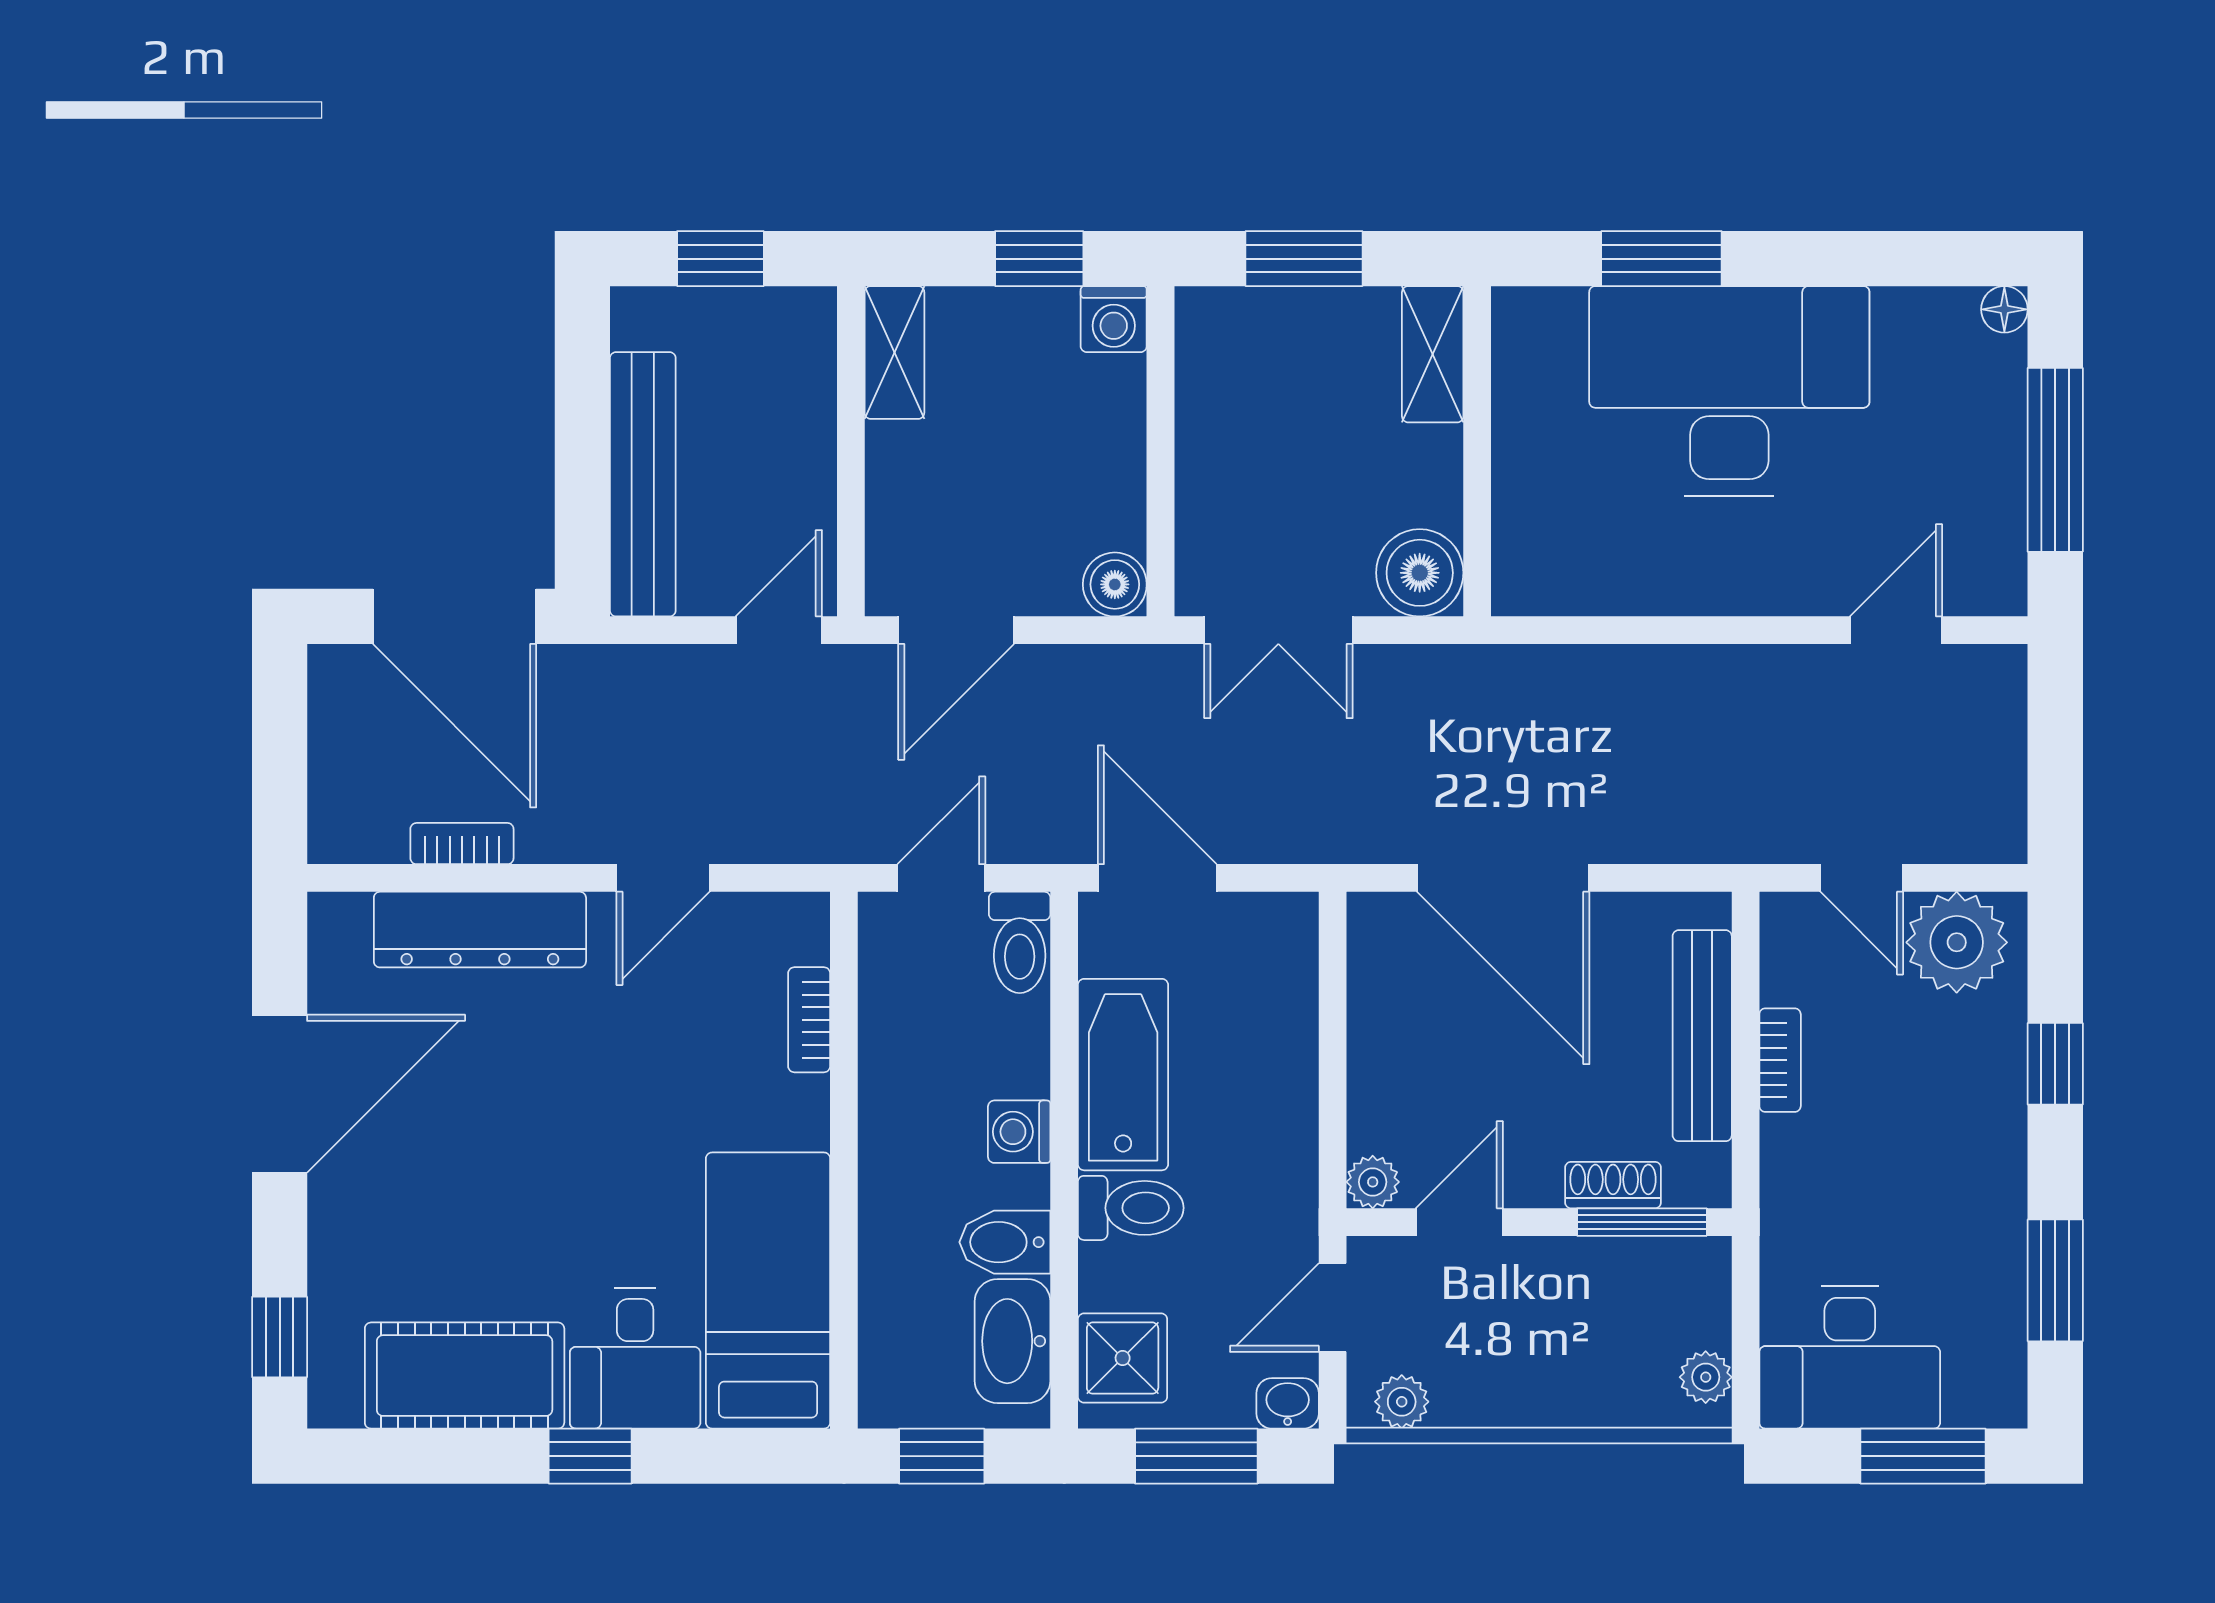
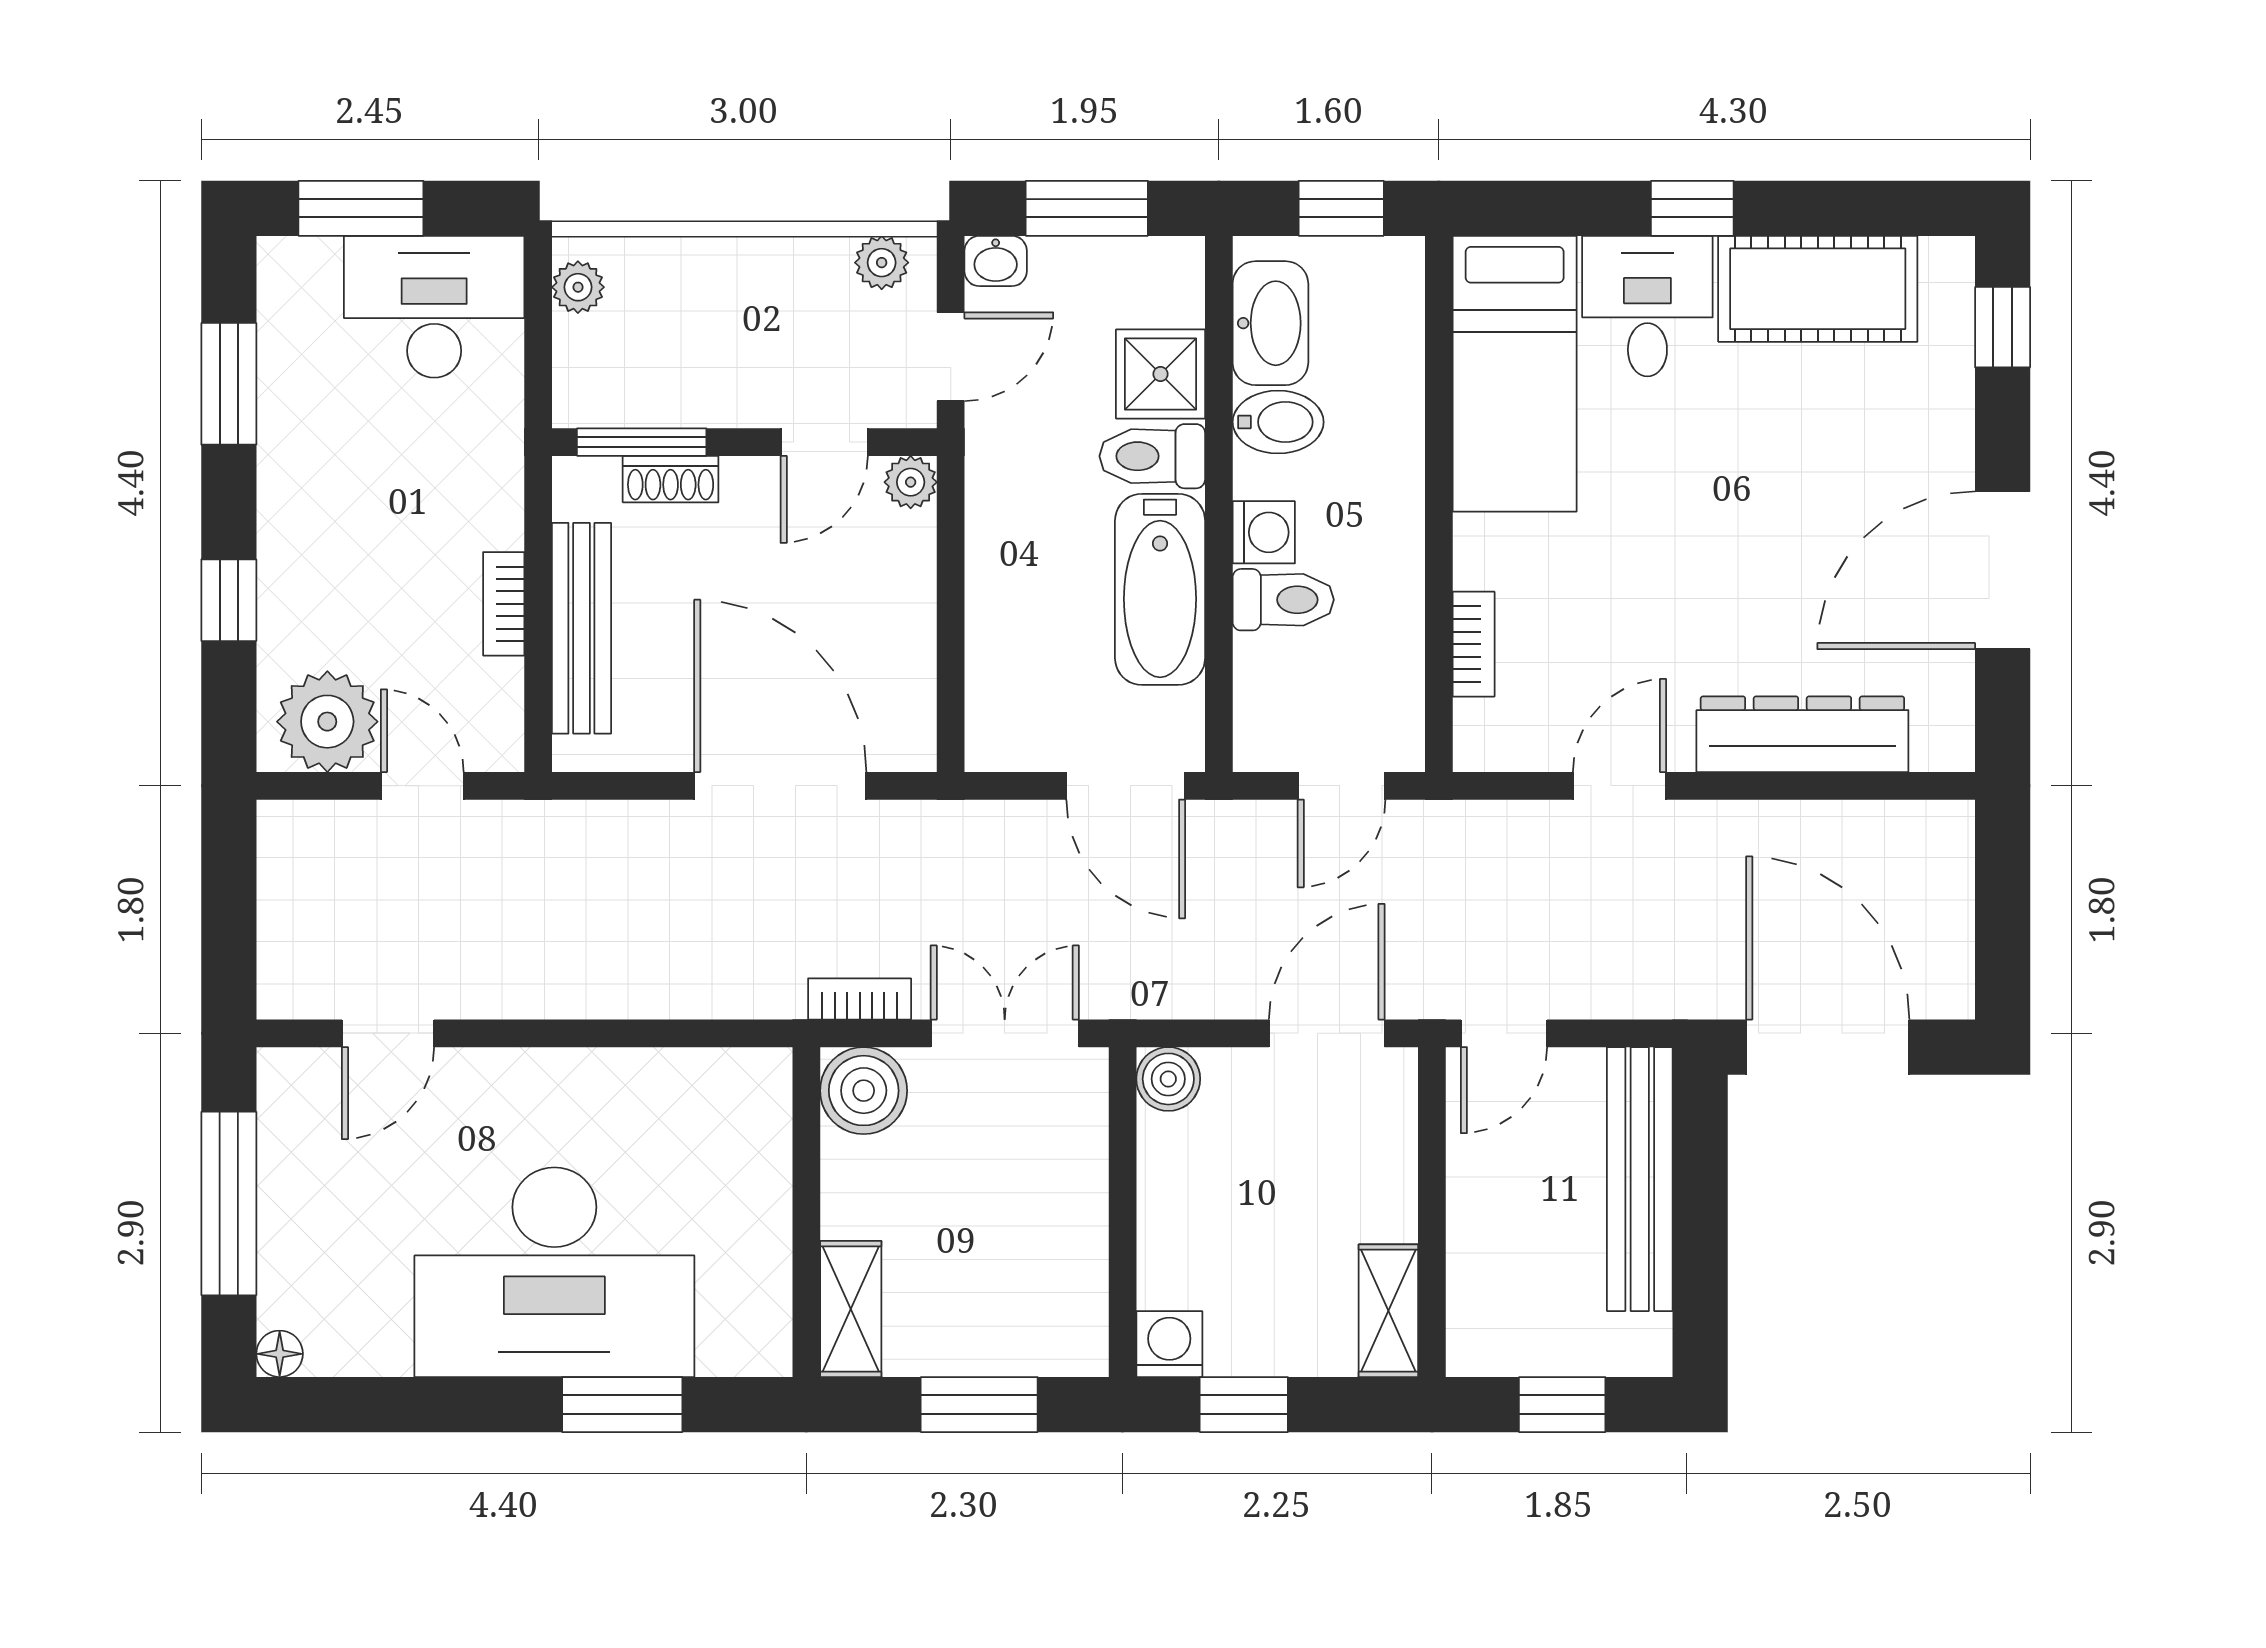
bookcase: (462, 844) -> (860, 999), moved, turned 180
toilet: (1020, 942) -> (1283, 600), moved, turned 90
shower: (1123, 1358) -> (1160, 374), moved

